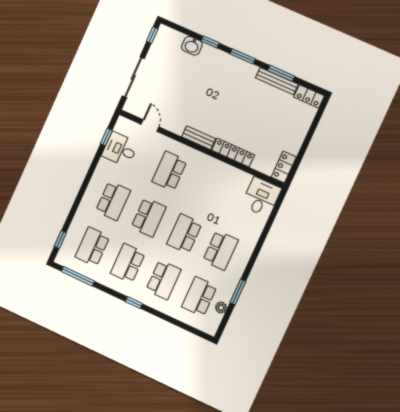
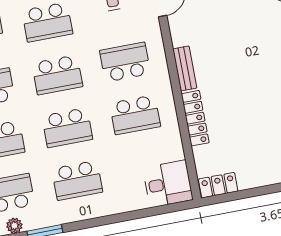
school desk: (205, 187) -> (135, 115), added
school desk: (184, 234) -> (67, 128), turned 180

